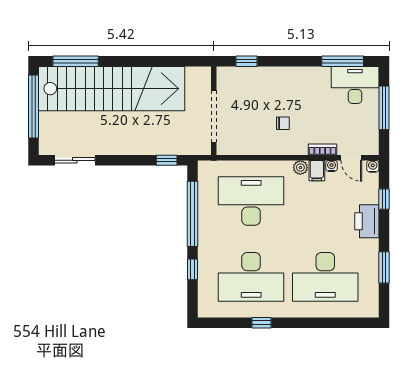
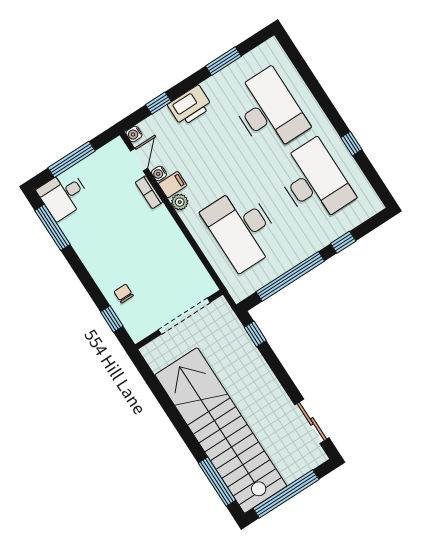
desk: (355, 85) -> (63, 195), width x0.73
chair: (283, 123) -> (124, 294), moved

